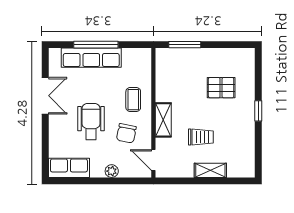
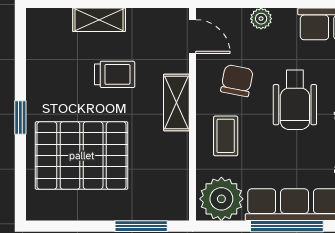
plant: (136, 61) -> (221, 199), added
pallet: (221, 88) -> (82, 156), width x2.05, depth x2.00
trolley: (201, 137) -> (115, 74), turned 180

